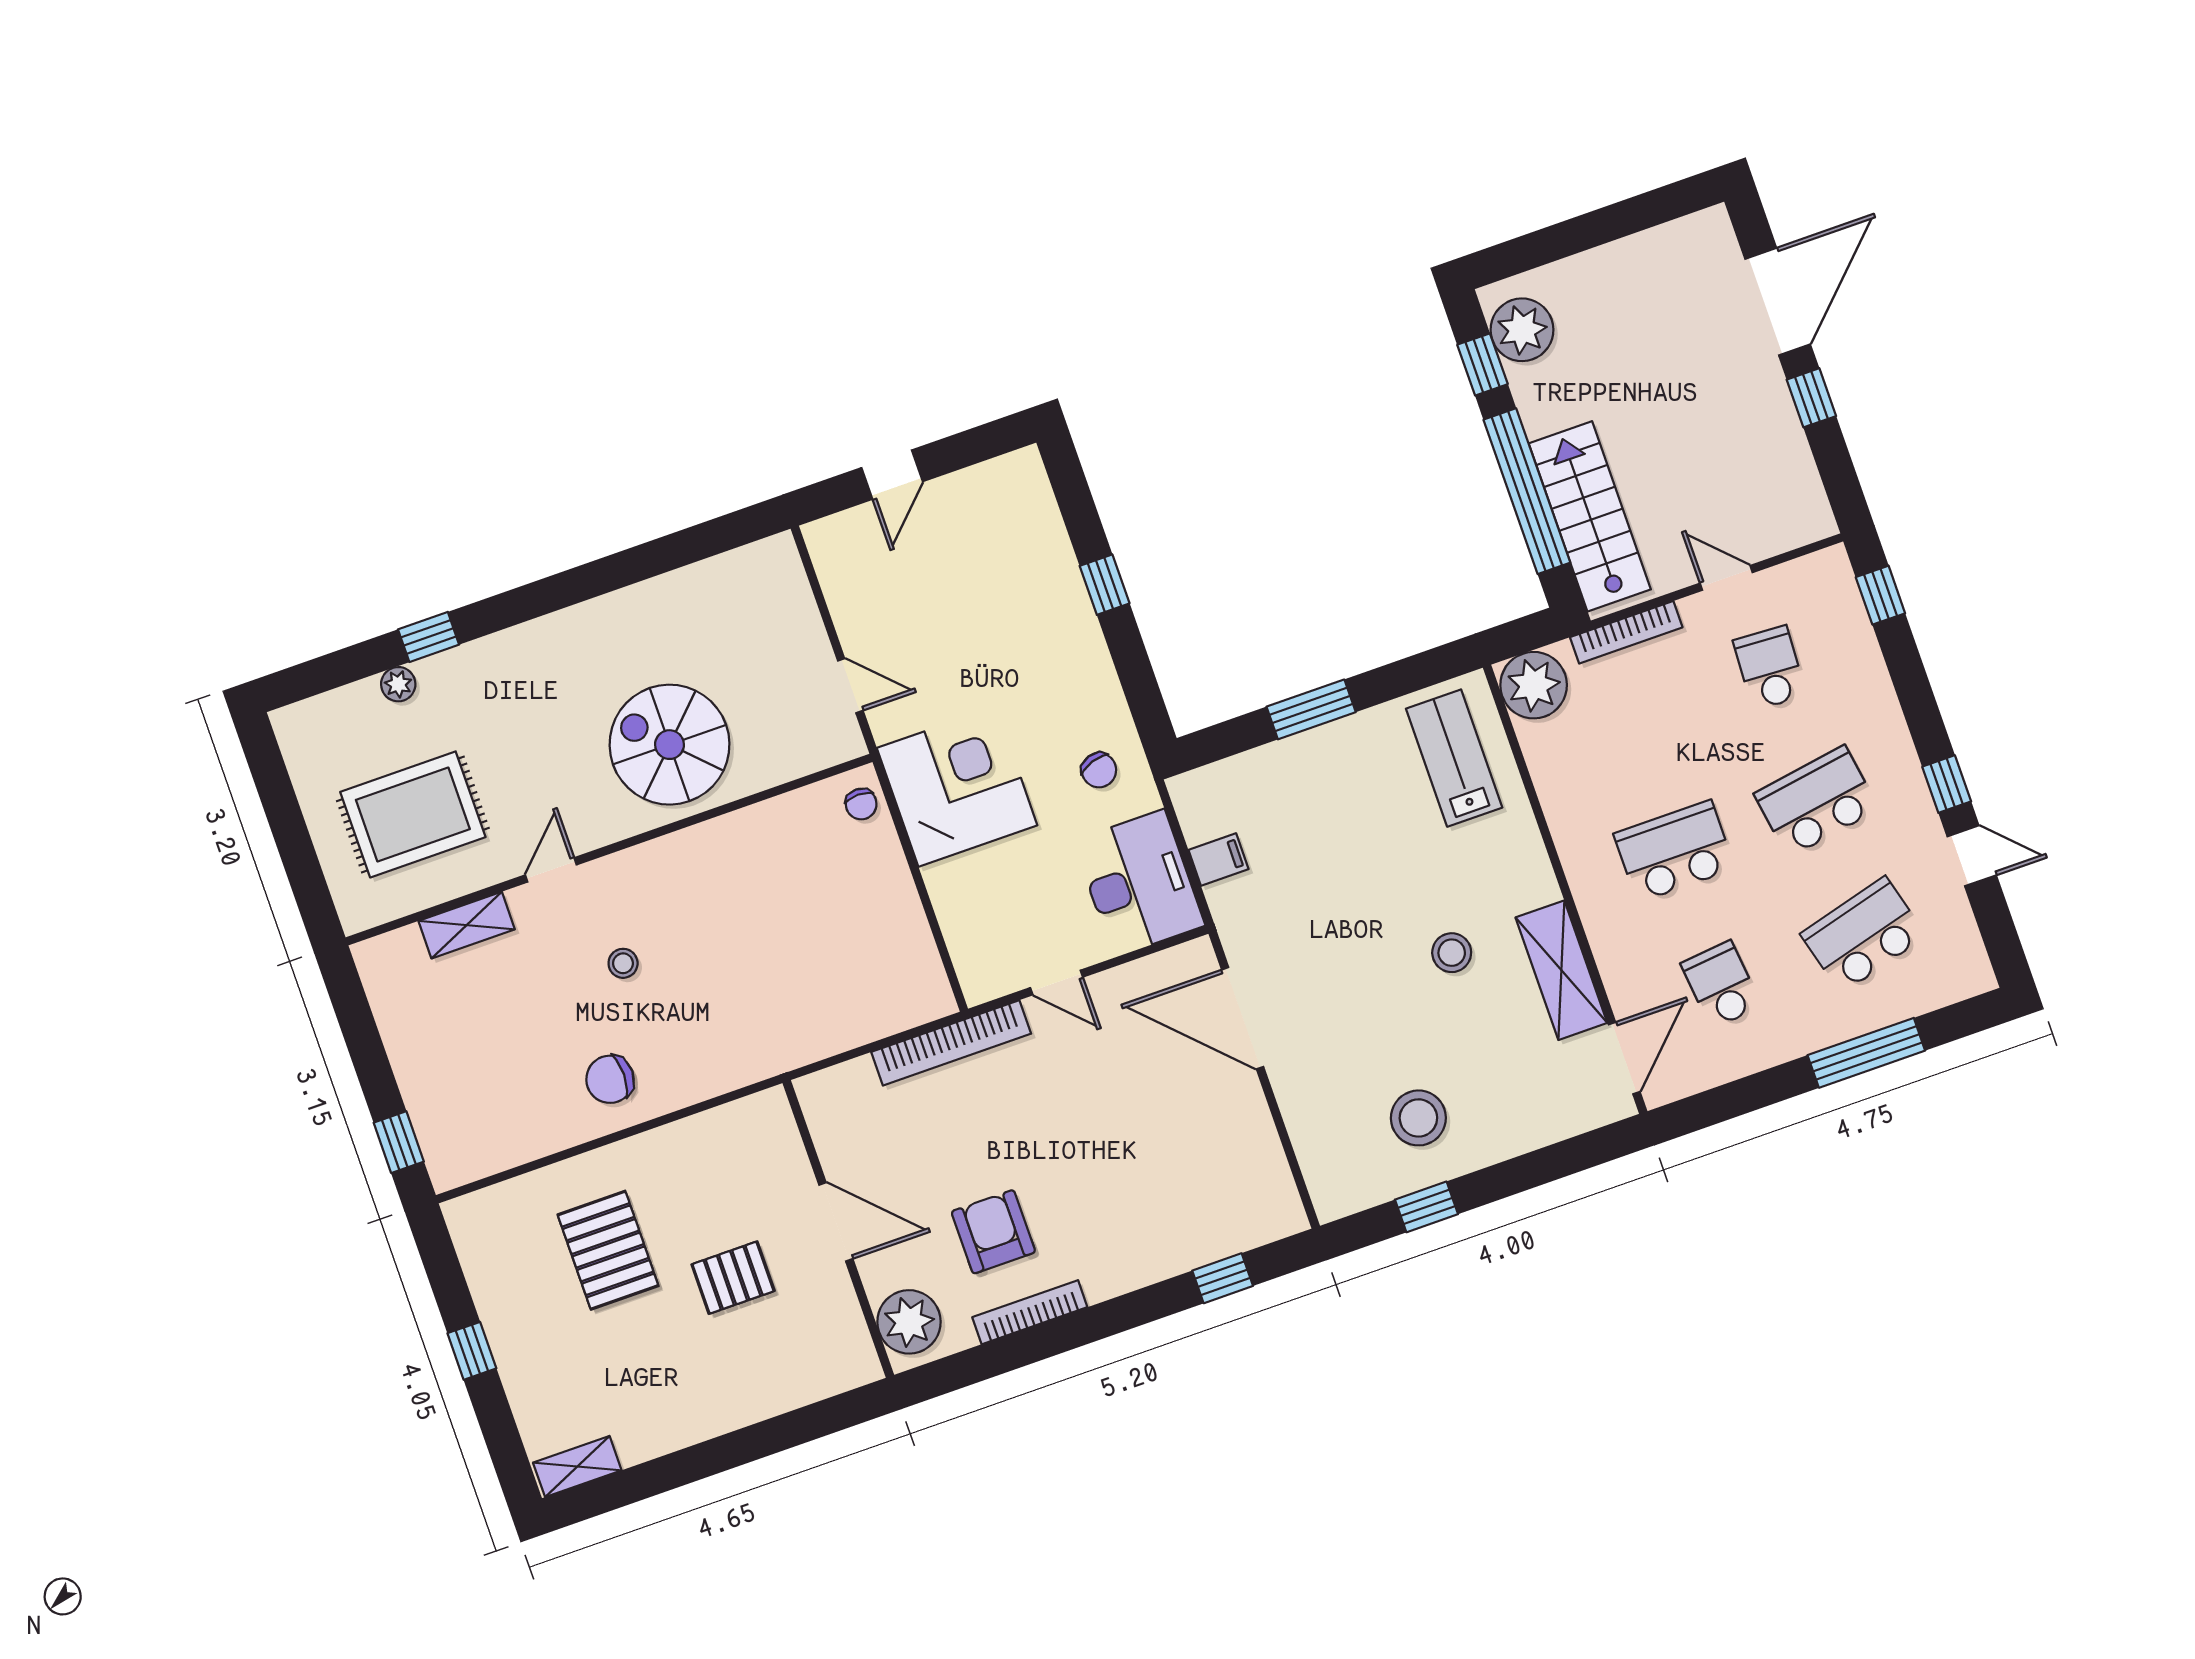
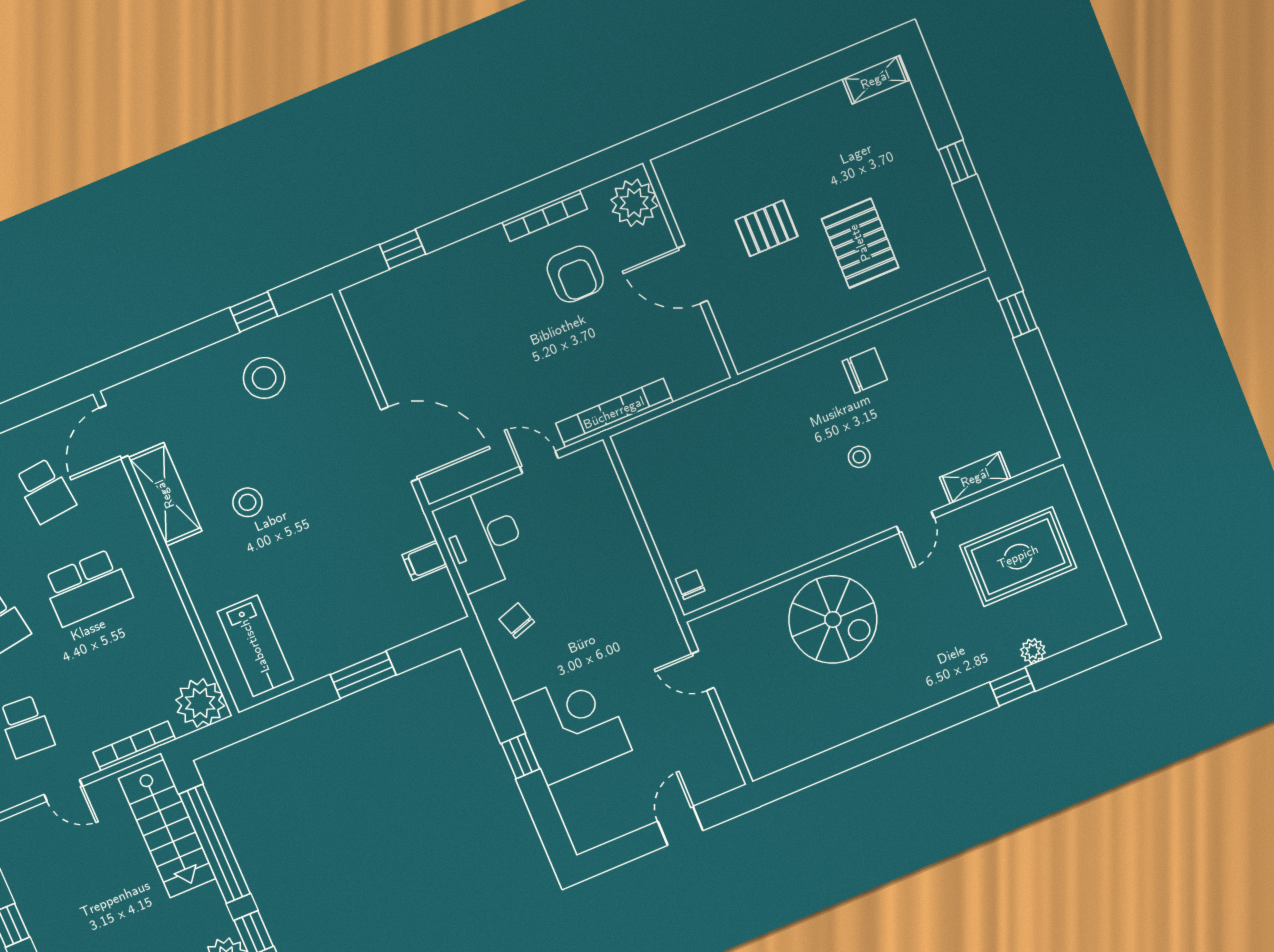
corner desk: (957, 787) -> (572, 726), moved, turned 180

